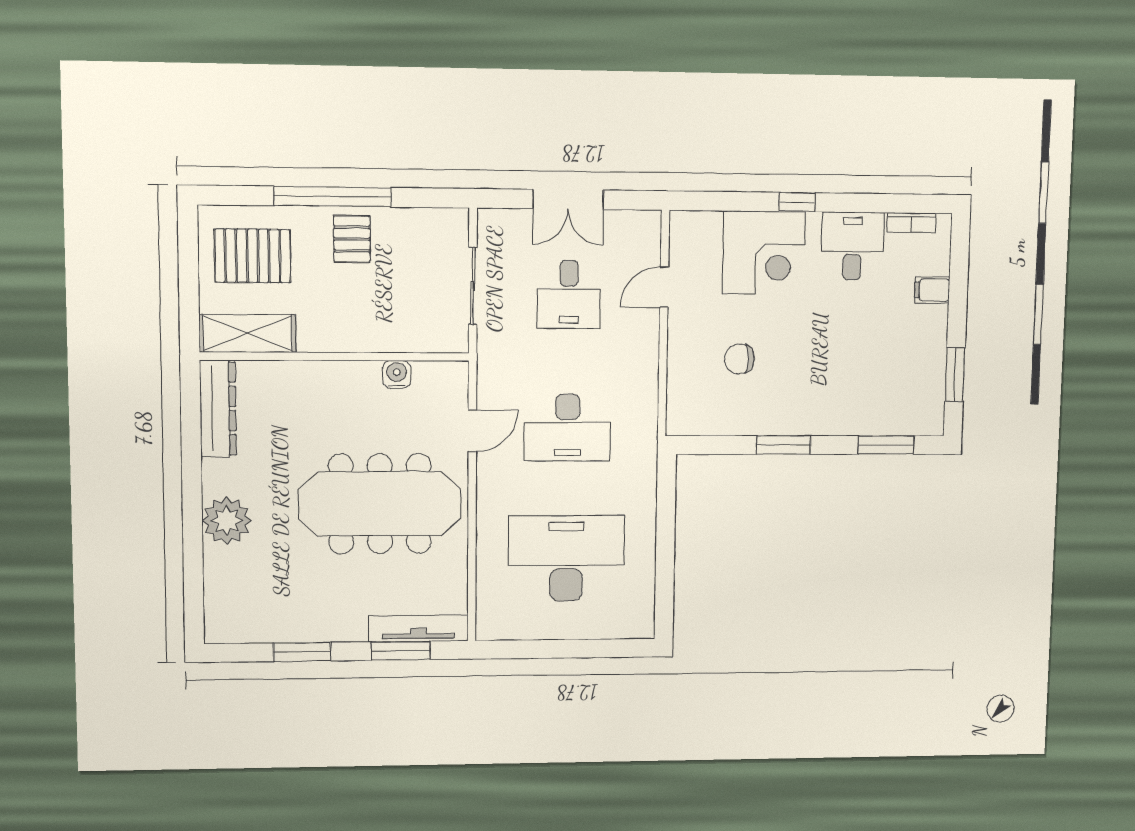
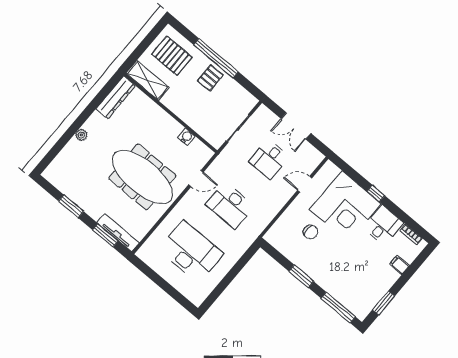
corner desk: (764, 253) -> (345, 207), width x1.36, depth x1.36
chair: (739, 359) -> (311, 232), turned 180
window: (886, 445) -> (338, 308), width x1.44
plant: (227, 521) -> (81, 135), width x0.53, depth x0.53

